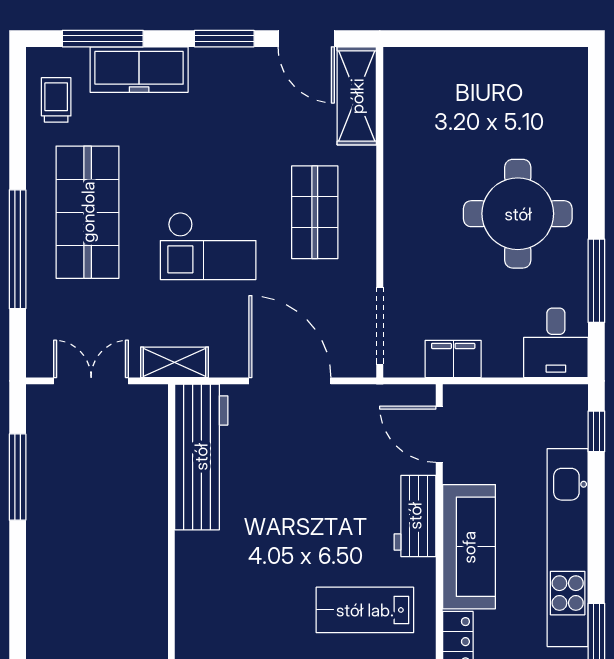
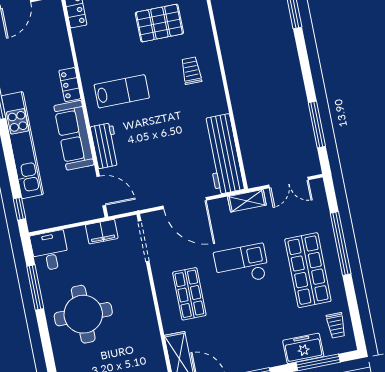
freezer: (139, 70) -> (303, 348), width x0.71
trolley: (229, 623) -> (191, 71), added

